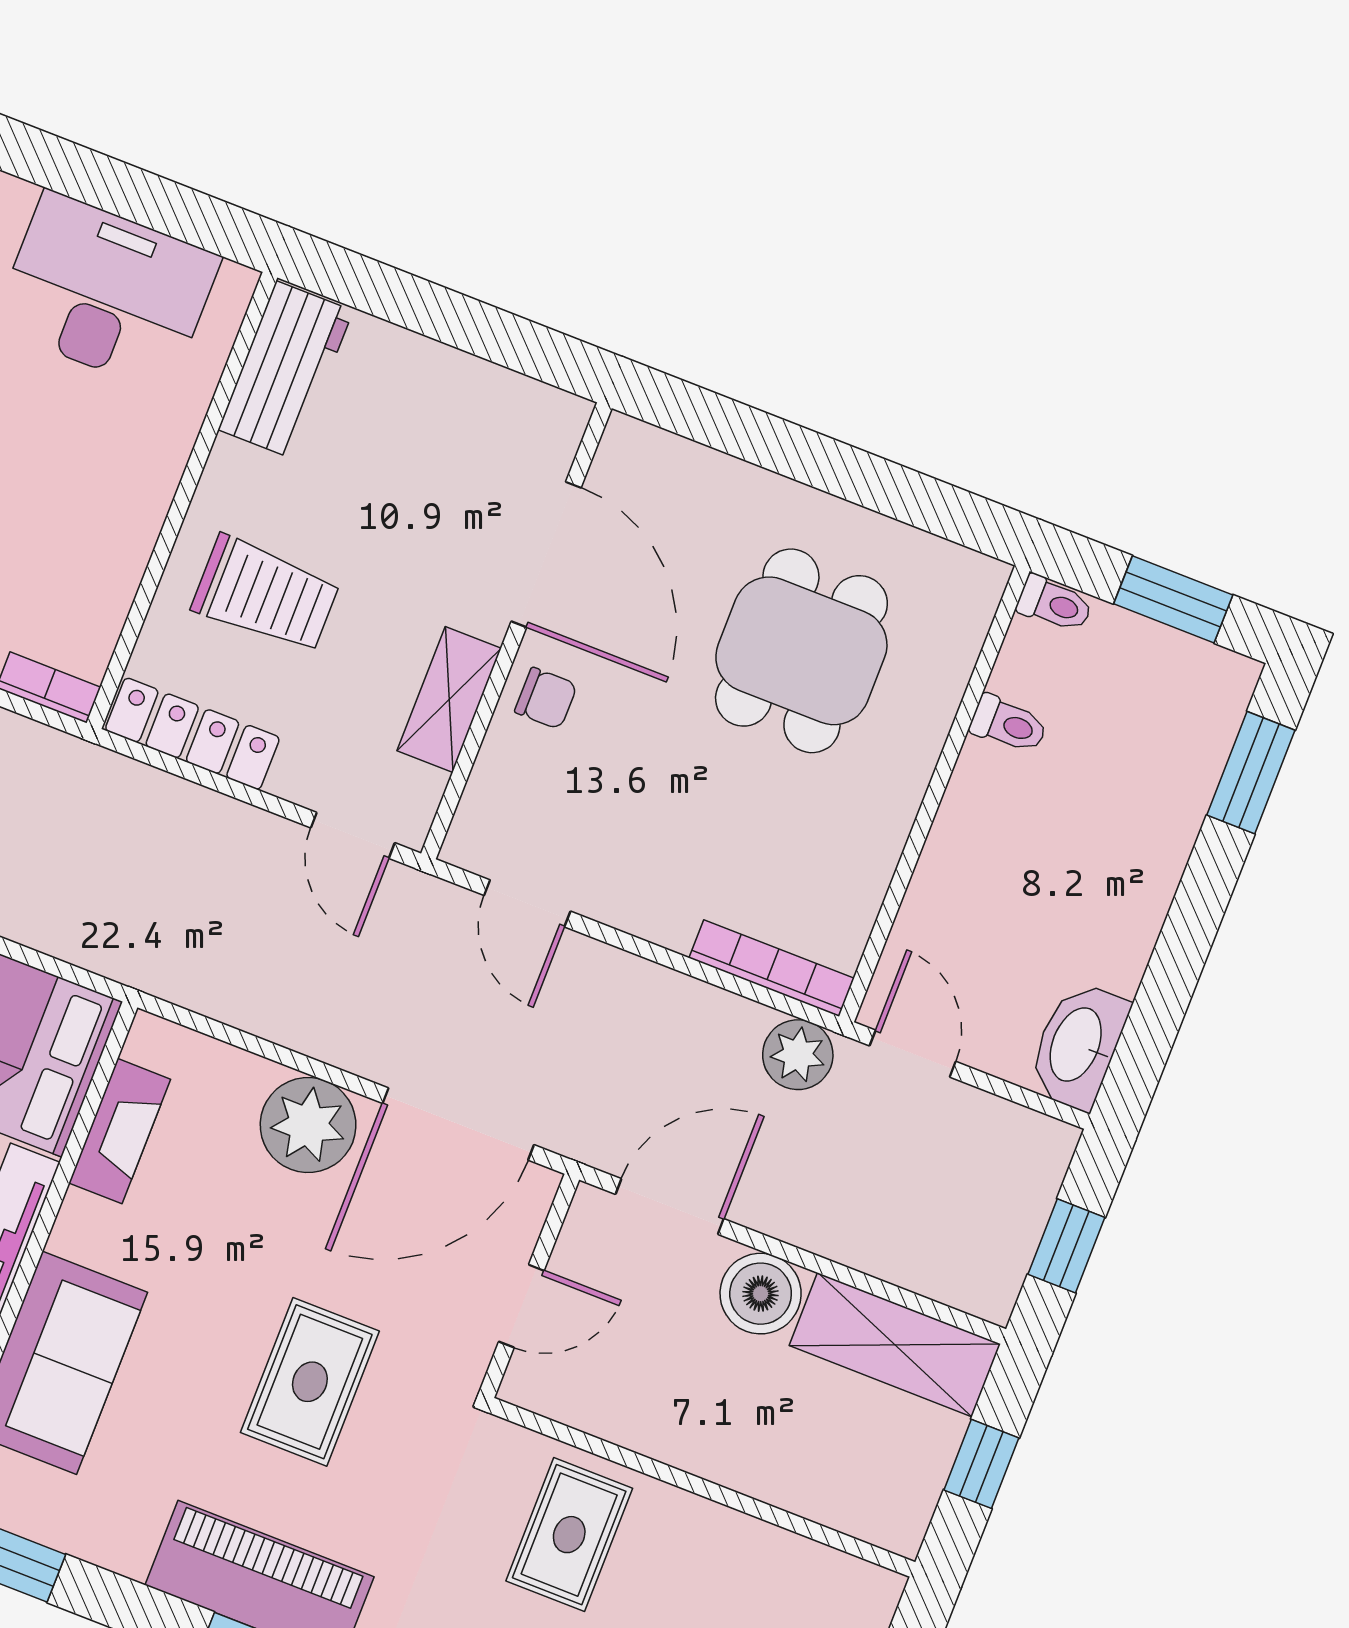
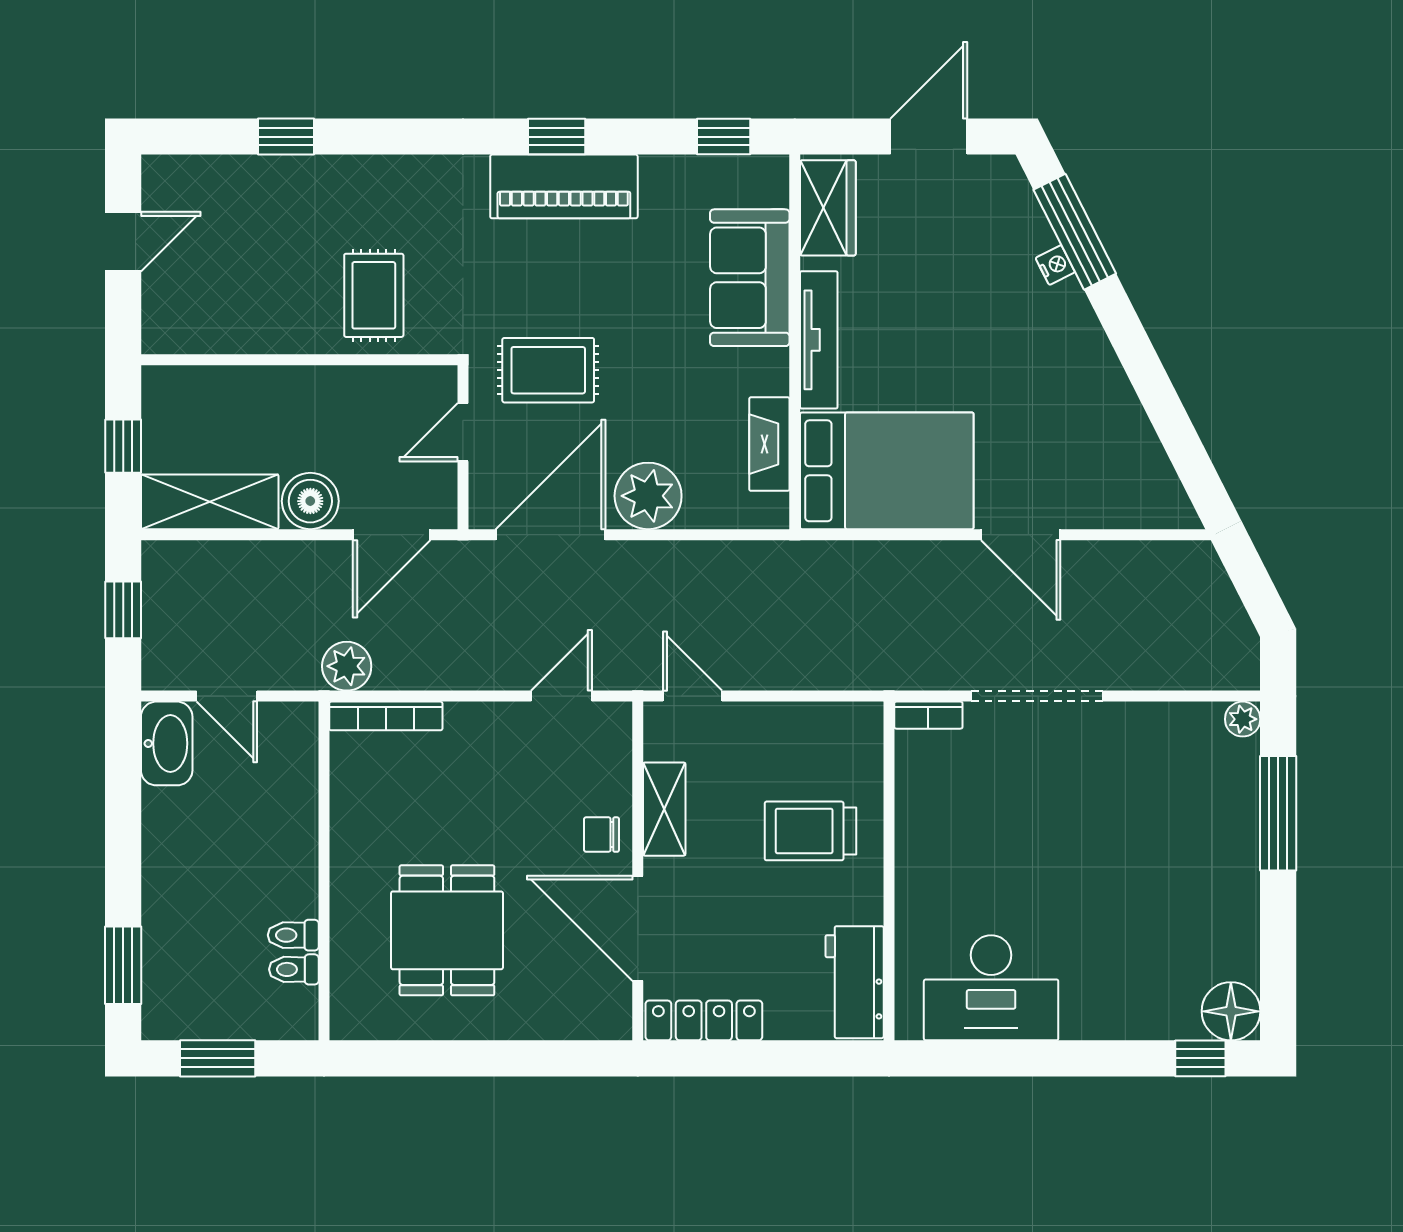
toilet: (1055, 604) -> (294, 969), moved
locker: (192, 734) -> (704, 1020), moved, turned 180
door: (527, 903) -> (562, 696), hinge flipped
door: (913, 1054) -> (227, 696), moved
rug: (310, 1382) -> (548, 370), moved, turned 90

